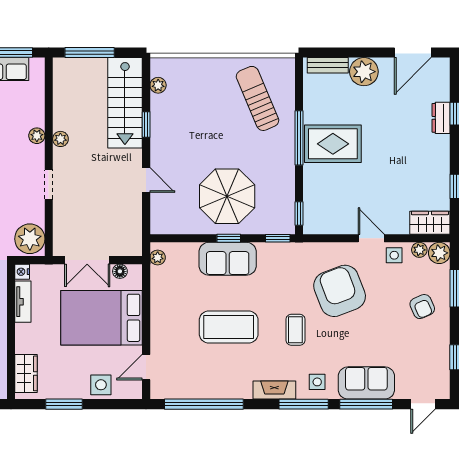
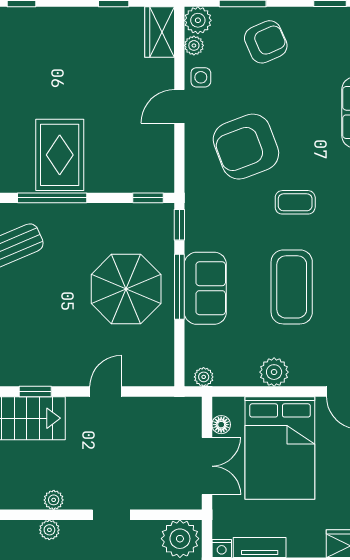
dresser: (441, 118) -> (27, 18), removed
window: (229, 238) -> (179, 287), width x2.17
armchair: (422, 307) -> (266, 42), width x1.38, depth x1.38
plant: (161, 313) -> (274, 372), added

